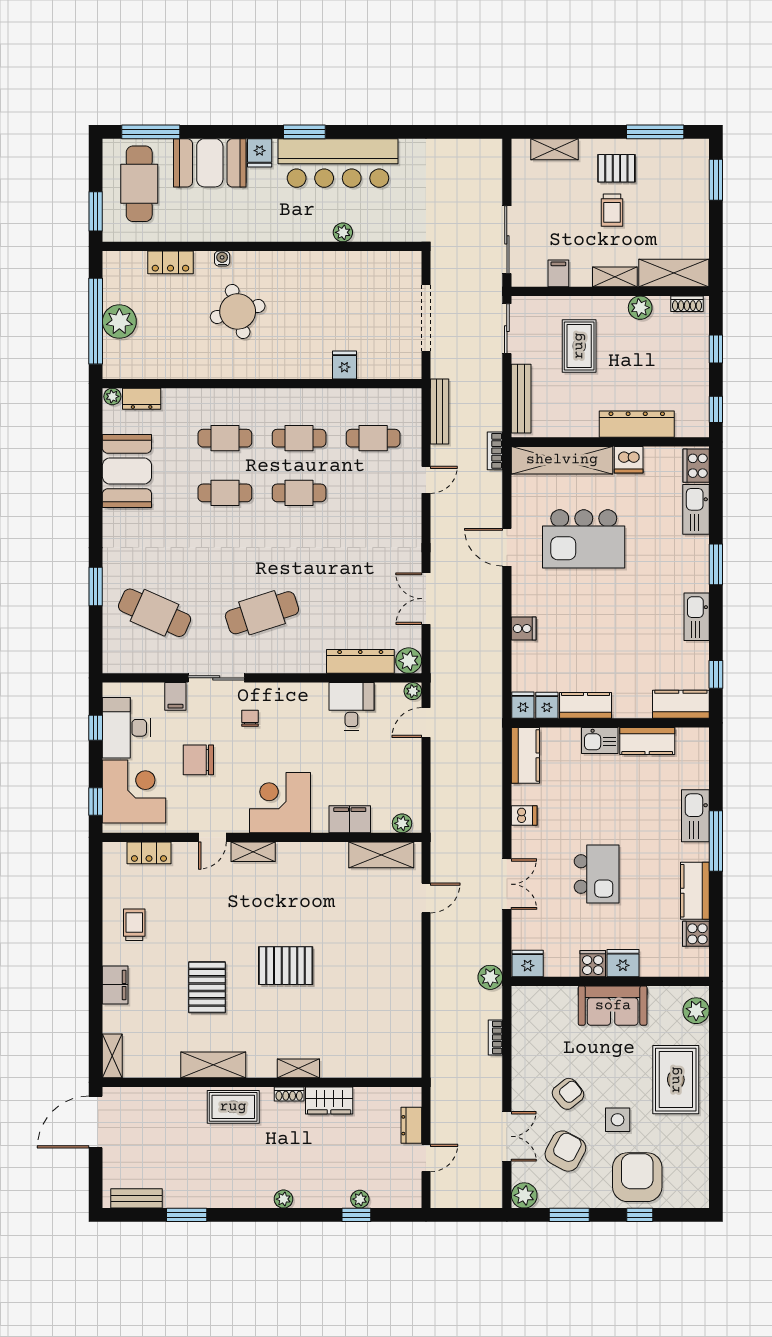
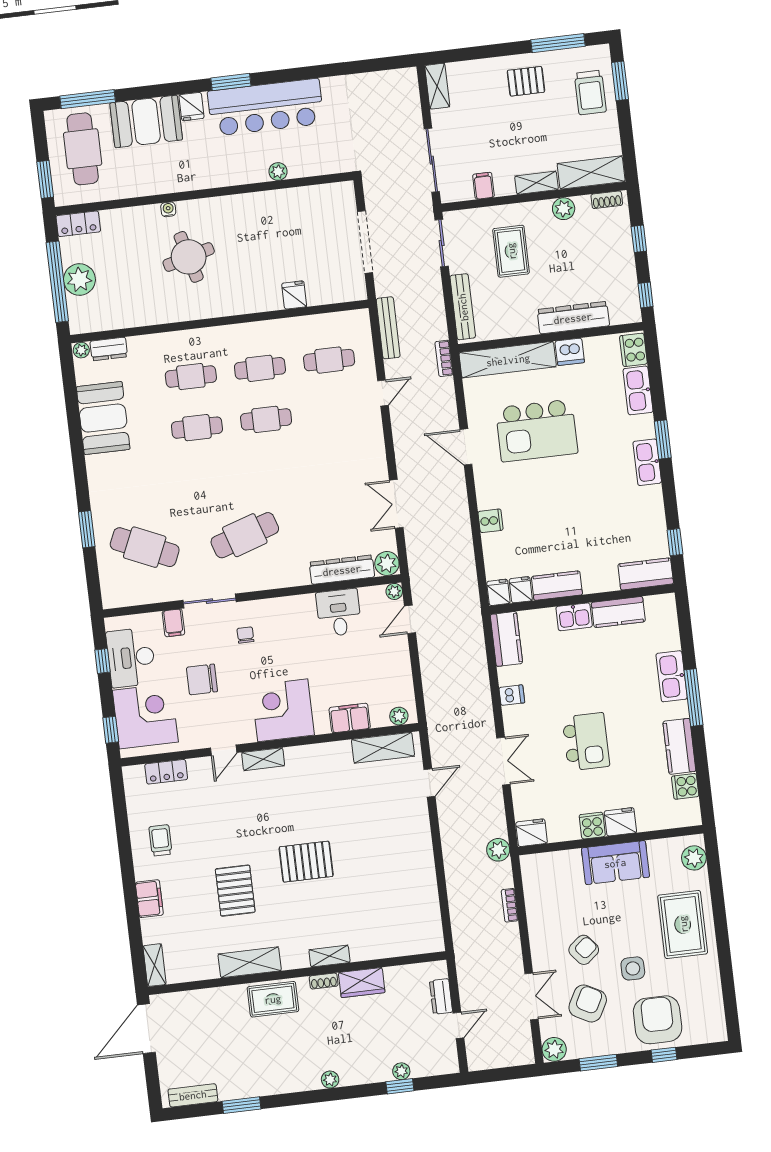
shelving: (555, 149) -> (437, 86), moved, turned 90
trolley: (612, 210) -> (590, 93), moved, width x1.36, depth x1.39
locker: (170, 262) -> (78, 224), moved
kitchen sink: (697, 617) -> (647, 462), moved

